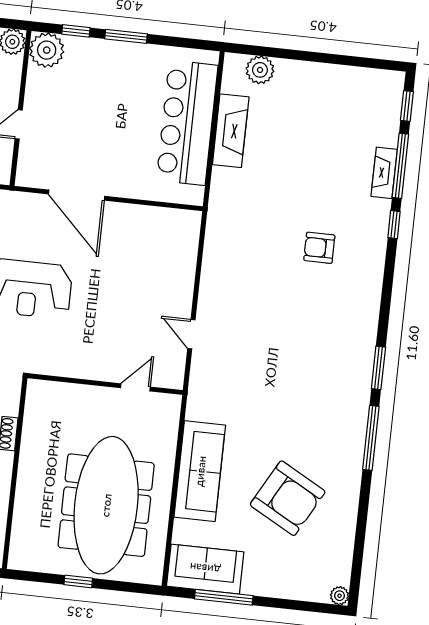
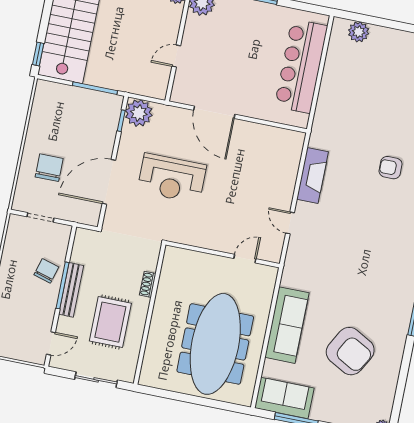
fireplace: (231, 131) -> (312, 176), moved
window: (78, 581) -> (190, 399), removed

